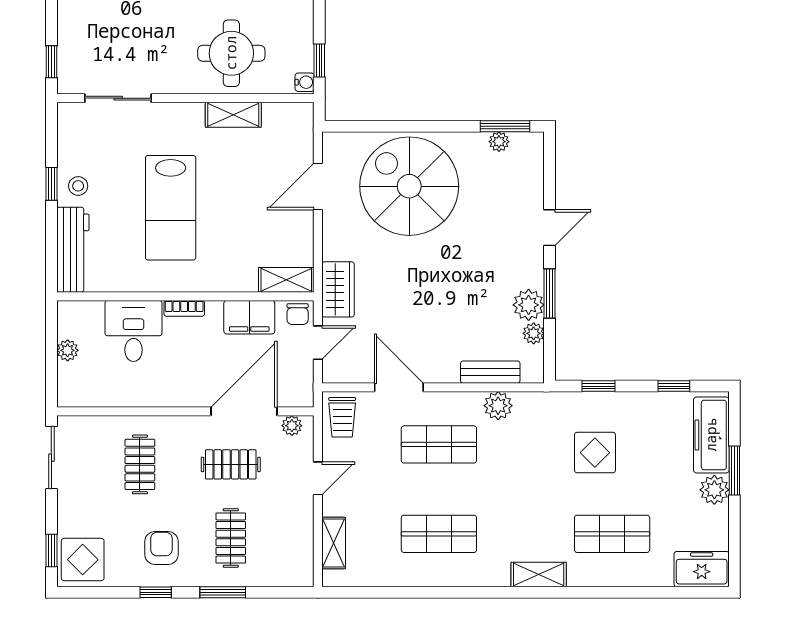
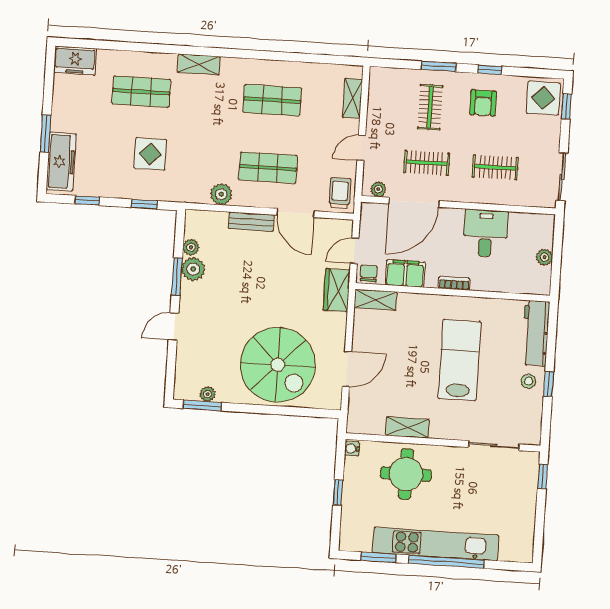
window: (319, 60) -> (338, 493), moved
desk: (134, 331) -> (486, 233), moved, turned 180
bench: (490, 372) -> (251, 222), moved
clothes rail: (140, 464) -> (495, 167), turned 90
plant: (714, 490) -> (62, 120), removed

